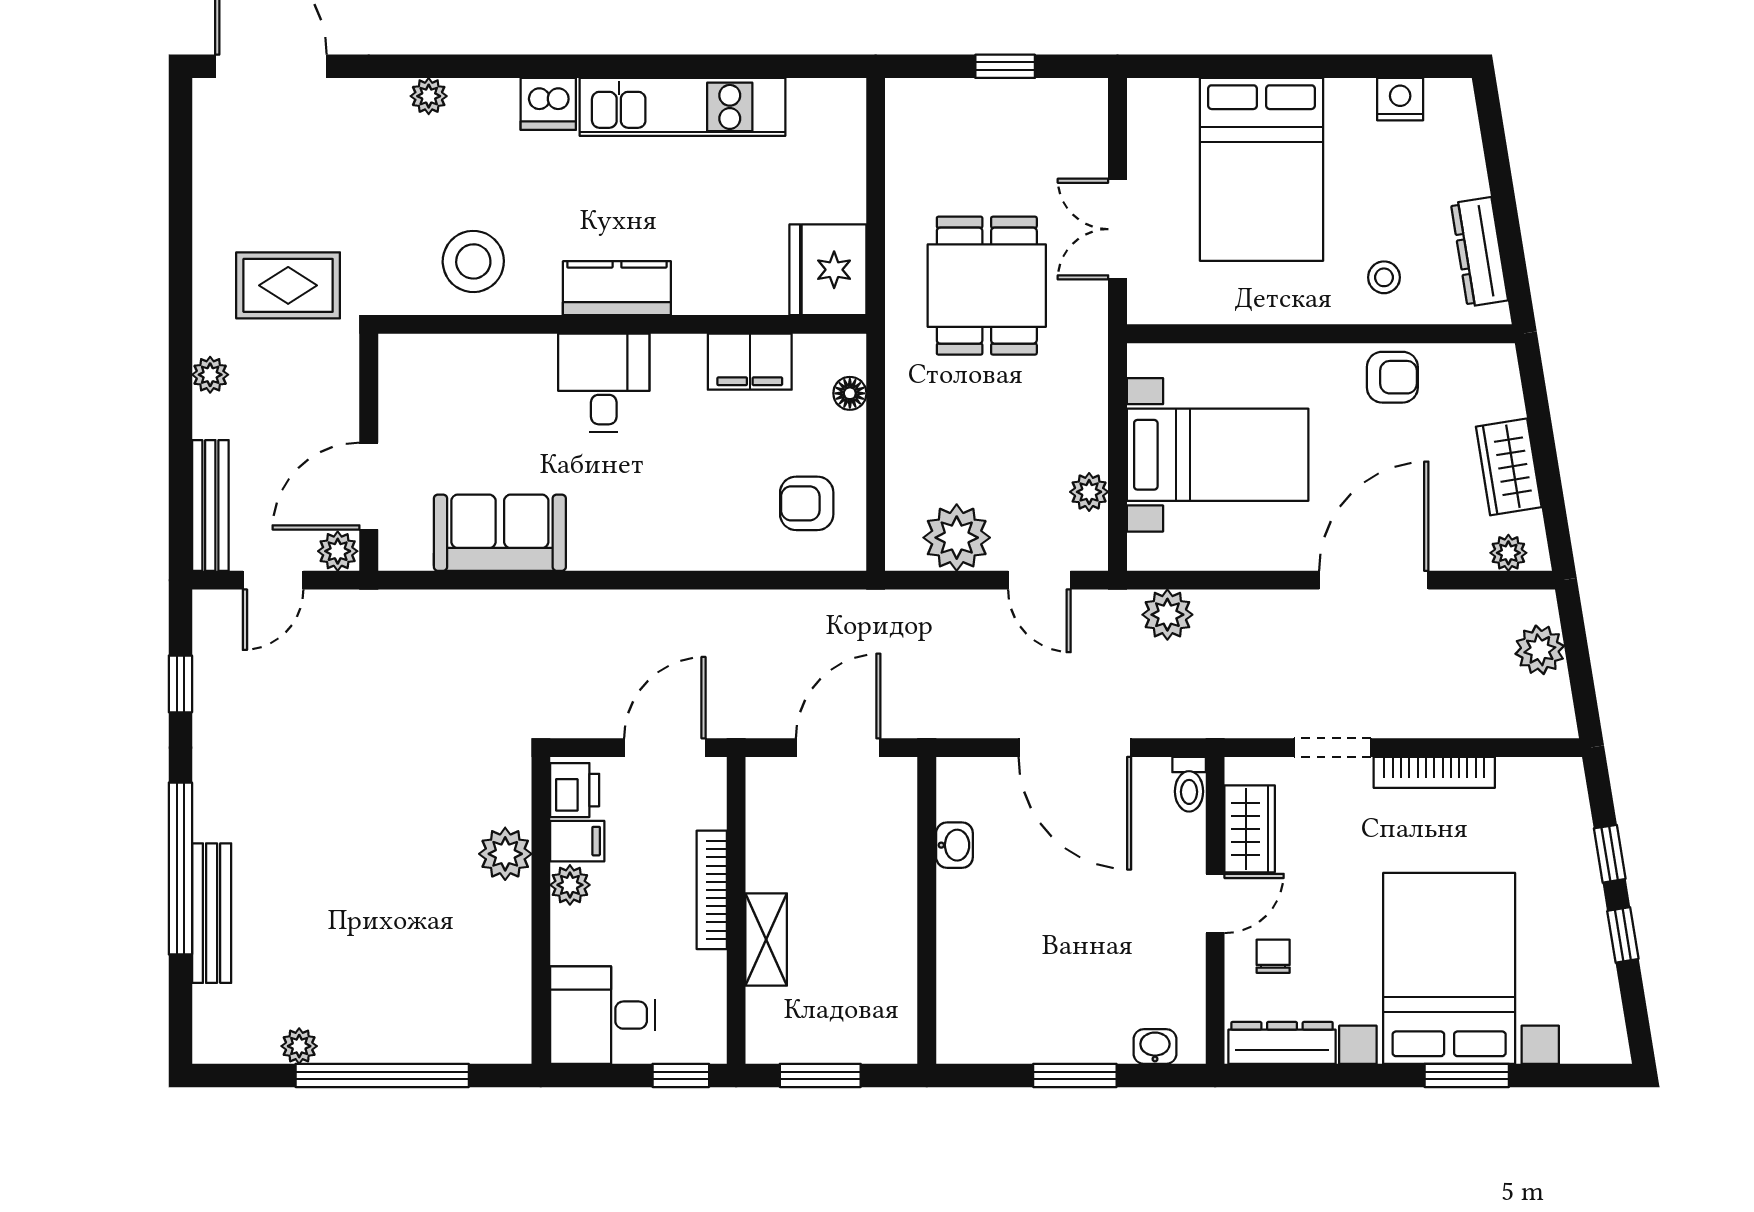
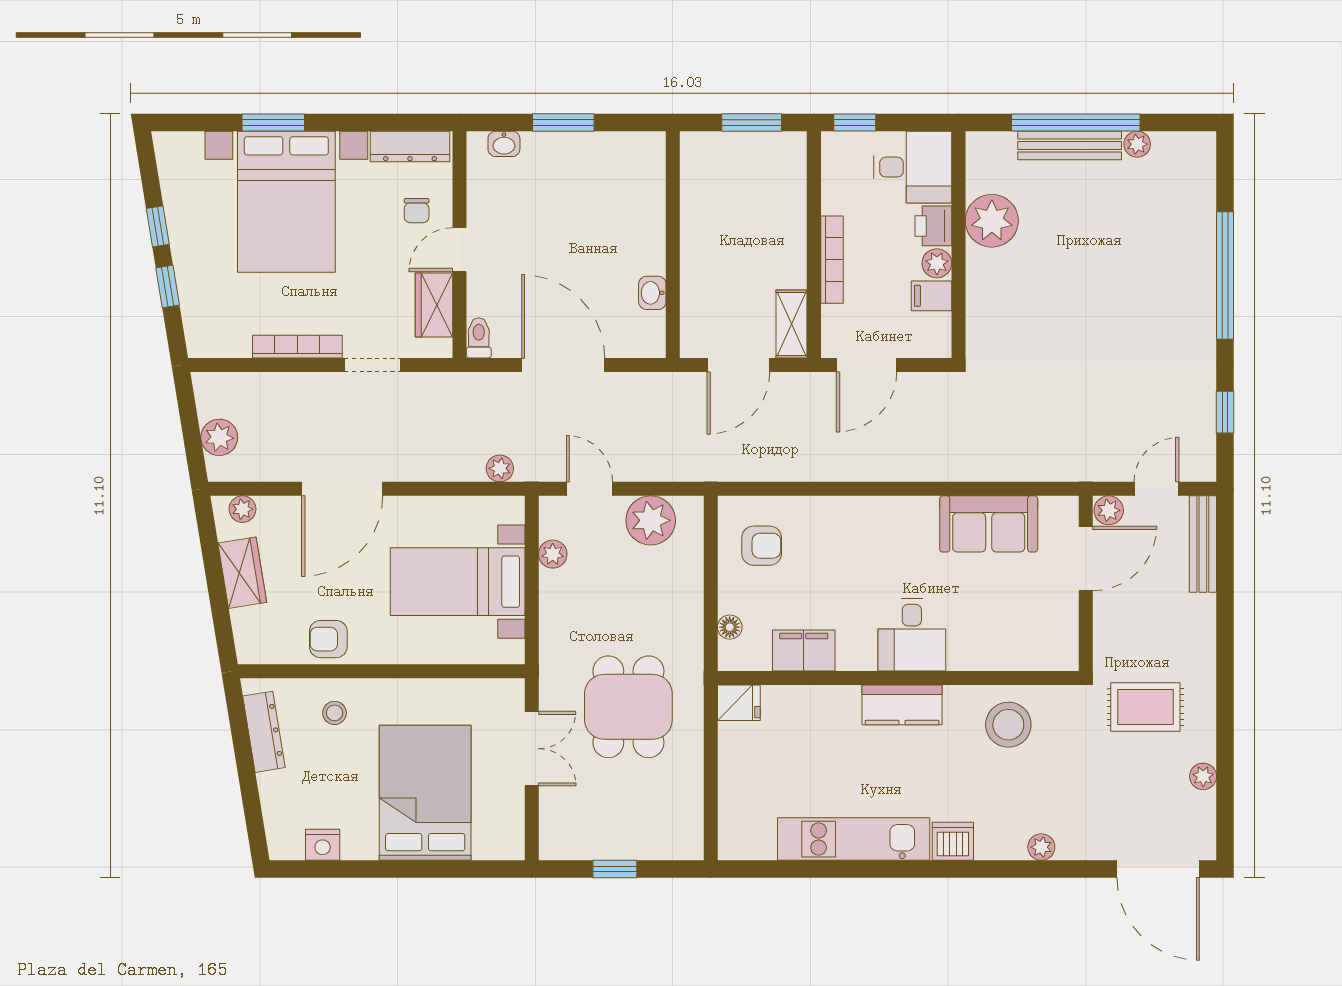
fridge: (828, 270) -> (739, 703), width x0.53, depth x0.75
plant: (210, 375) -> (1203, 776), moved
plant: (1167, 615) -> (500, 468), width x0.73, depth x0.73
printer: (575, 790) -> (933, 226), moved
plant: (505, 854) -> (992, 221), moved, width x1.36, depth x1.36
bench: (212, 913) -> (1070, 145), moved, turned 90
shelving: (766, 939) -> (792, 324), moved

